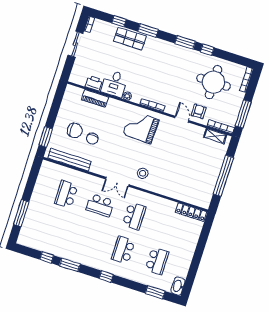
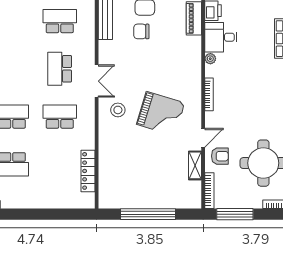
grand piano: (141, 127) -> (161, 114), moved, turned 105
shelving: (215, 136) -> (195, 165), moved
double door: (117, 182) -> (97, 81), swing flipped
locker: (191, 212) -> (88, 171), moved
school desk: (134, 216) -> (60, 117), turned 180

